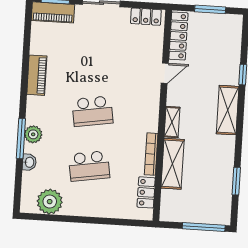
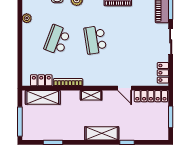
shelving: (173, 164) -> (43, 97), moved
school desk: (89, 166) -> (57, 40), turned 30
plant: (50, 202) -> (27, 18), width x0.53, depth x0.53

